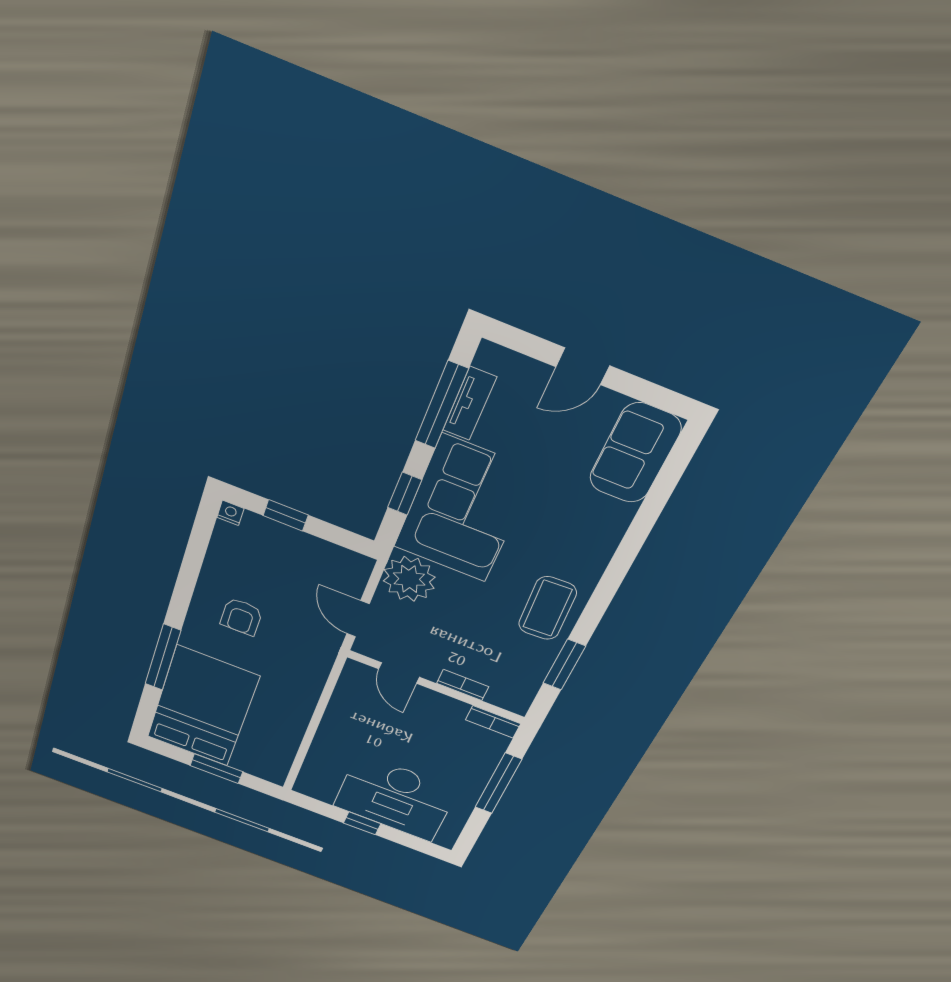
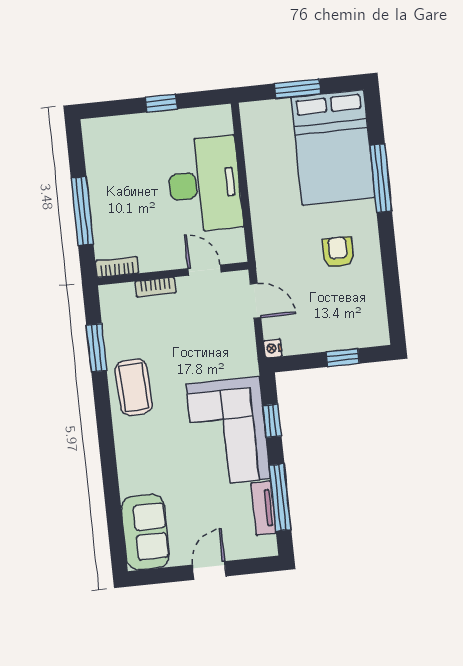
nightstand: (230, 513) -> (273, 348), moved, turned 90
plant: (409, 579) -> (237, 355), removed
desk: (395, 798) -> (204, 184), moved, turned 90

